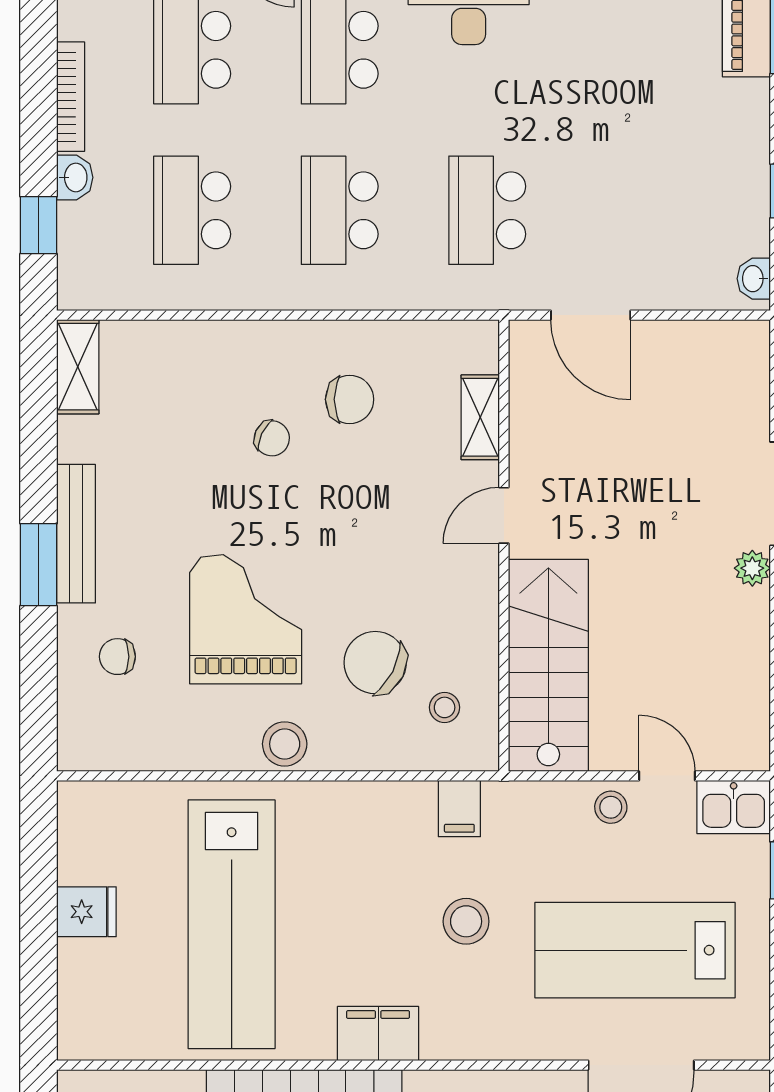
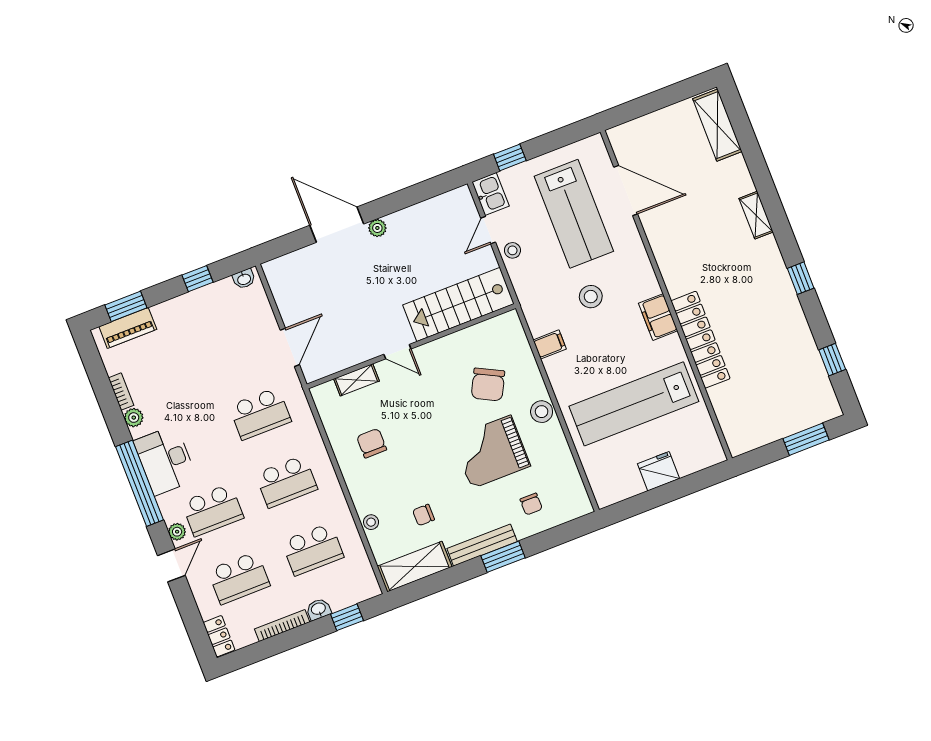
shelving: (78, 367) -> (415, 567), width x1.50, depth x1.33
chair: (272, 438) -> (424, 515), moved, turned -115
stool: (445, 707) -> (371, 522), moved
filing cabinet: (459, 809) -> (550, 344), moved
fridge: (86, 912) -> (658, 471), width x1.38
lab bench: (232, 924) -> (634, 404), turned 180

